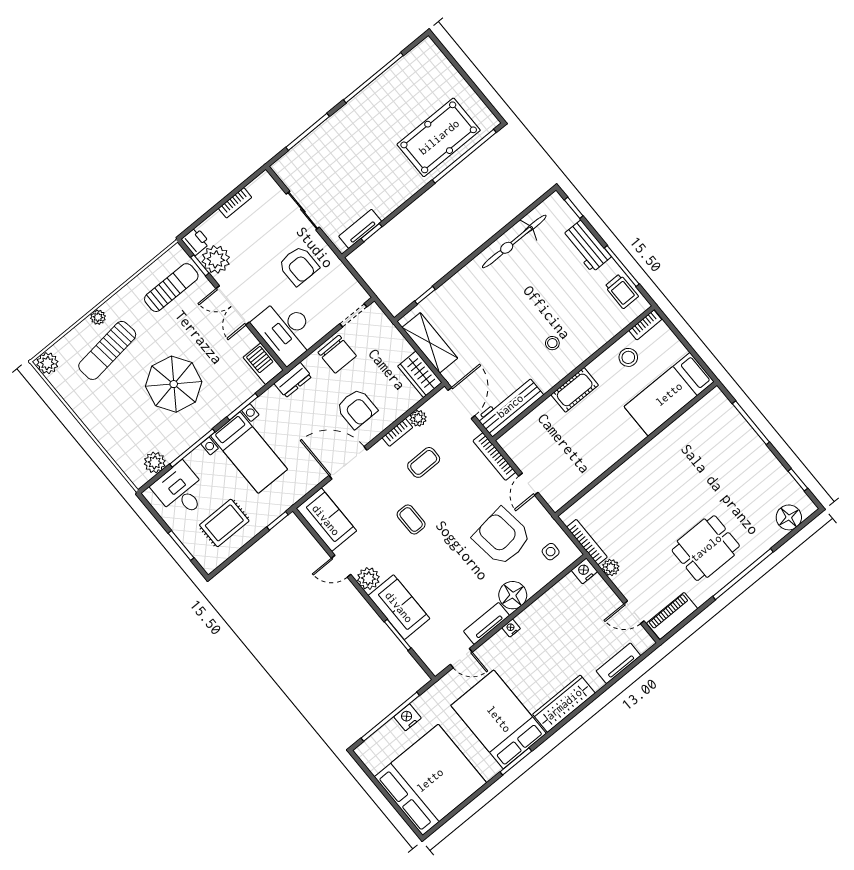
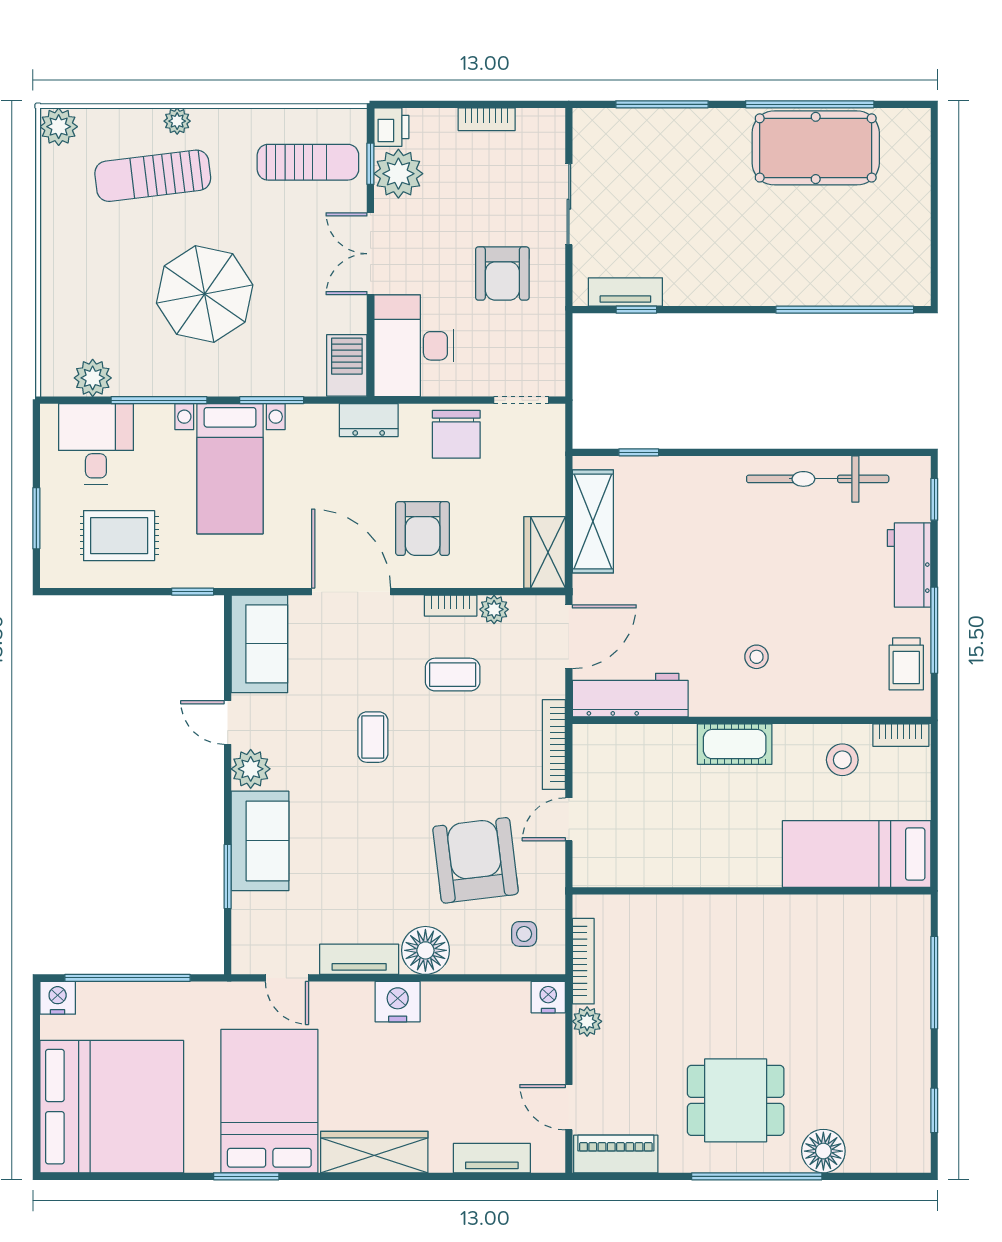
pool table: (439, 137) -> (816, 148), moved
floor lamp: (789, 517) -> (823, 1151), moved
nightstand: (511, 628) -> (398, 1002), width x1.89, depth x1.79
nightstand: (407, 717) -> (58, 998), moved

